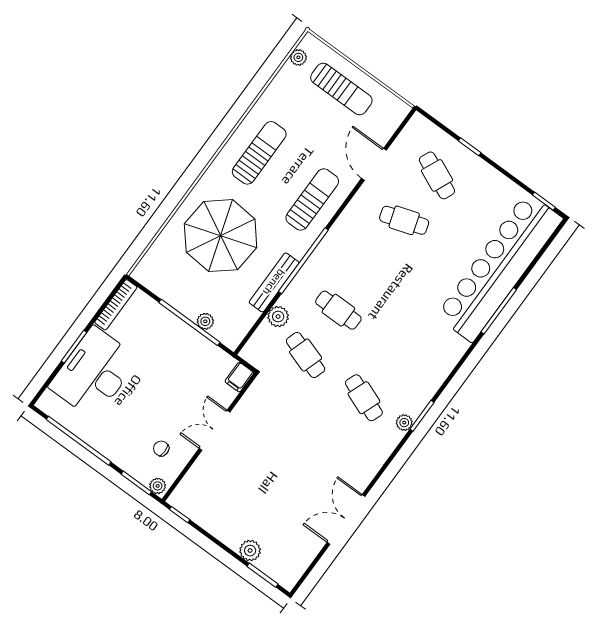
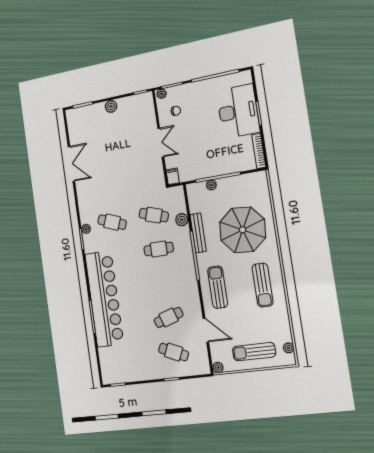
plant: (401, 110) -> (218, 367), added
sun lounger: (312, 199) -> (218, 287), turned 180
bar counter: (499, 267) -> (104, 299), moved
plant: (250, 551) -> (111, 106), moved

